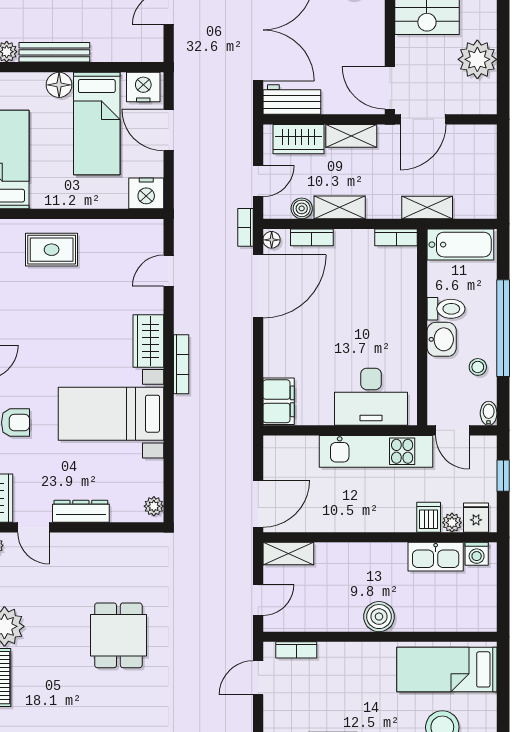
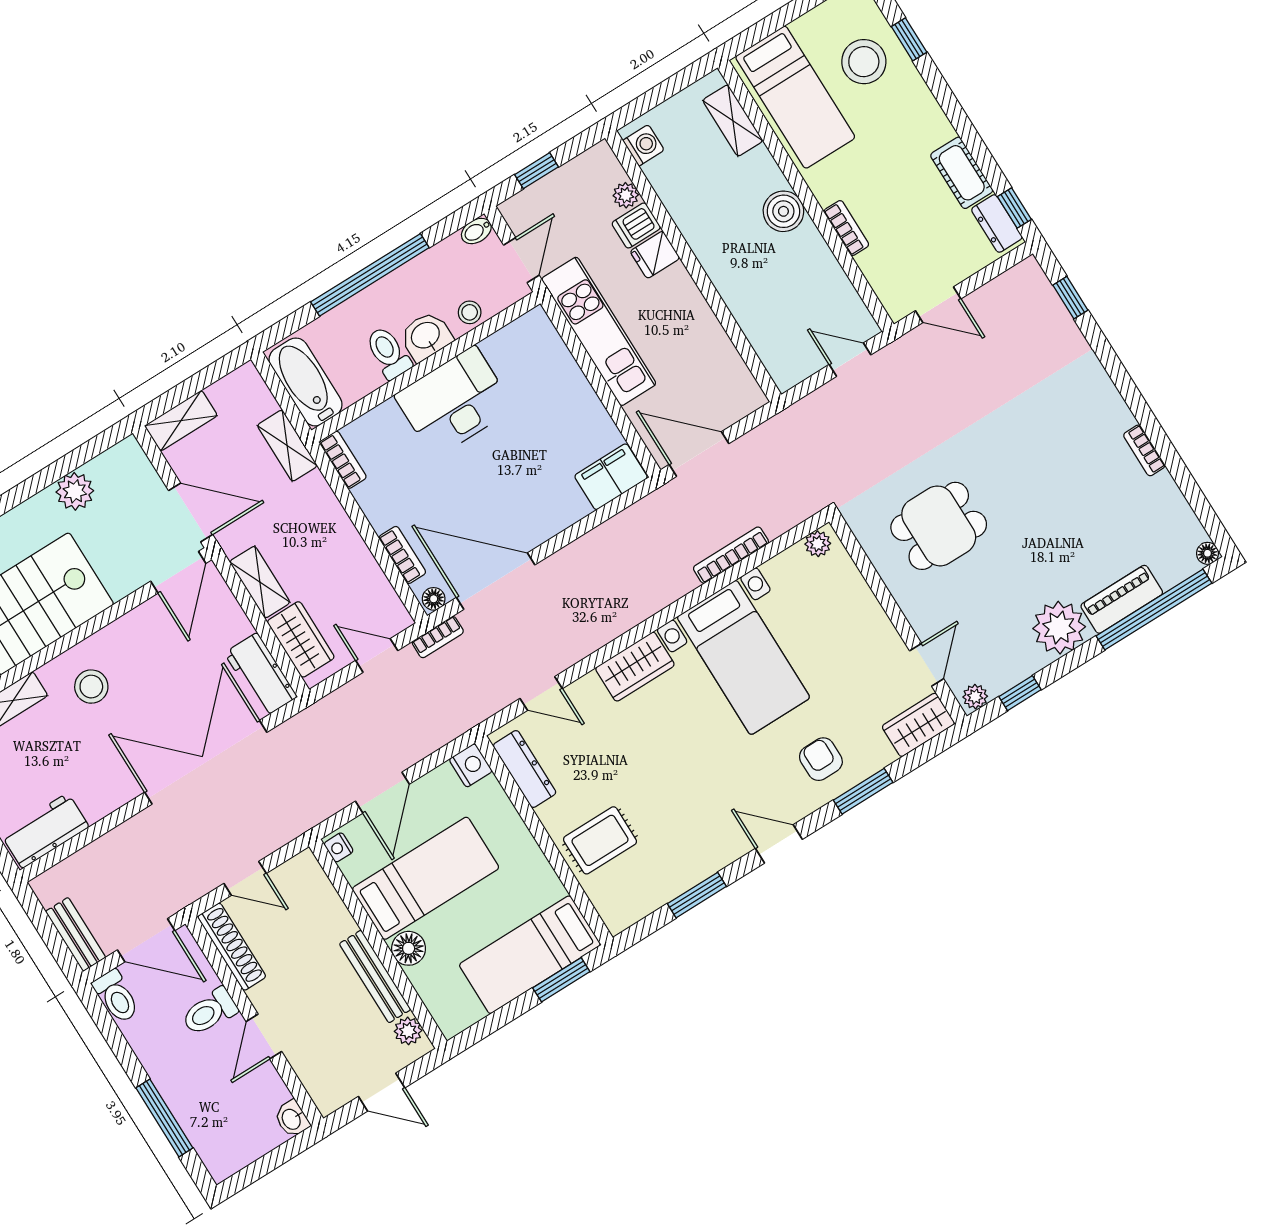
plant: (477, 59) -> (75, 491), width x0.73, depth x0.73
nightstand: (143, 87) -> (339, 847), width x0.53, depth x0.56
nightstand: (146, 193) -> (471, 765), width x0.74, depth x0.75
shelving: (340, 207) -> (181, 421), moved, turned 90
boiler: (302, 208) -> (377, 587), removed
rug: (52, 250) -> (600, 840), turned 90
bookcase: (181, 364) -> (731, 555), moved
stool: (478, 367) -> (470, 312), moved
desk: (371, 397) -> (454, 402), moved, turned -90
door: (258, 504) -> (699, 454), moved
dresser: (81, 511) -> (525, 769), moved, turned 180
fridge: (476, 518) -> (655, 255), moved
shelving: (288, 554) -> (733, 121), moved
kitchen sink: (436, 557) -> (676, 190), removed
dining table: (118, 635) -> (939, 526), moved
bookcase: (296, 650) -> (846, 228), moved

